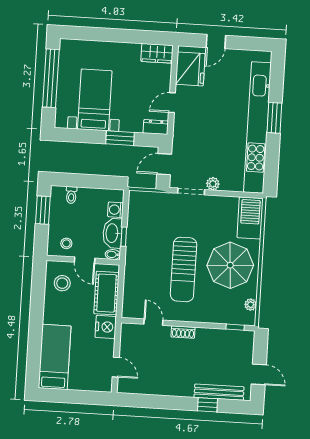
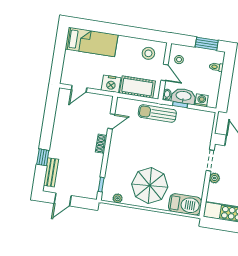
door: (85, 260) -> (165, 73), swing flipped
sun lounger: (184, 269) -> (157, 113), moved, width x0.73, depth x0.75
bench: (219, 392) -> (51, 172), width x0.73

